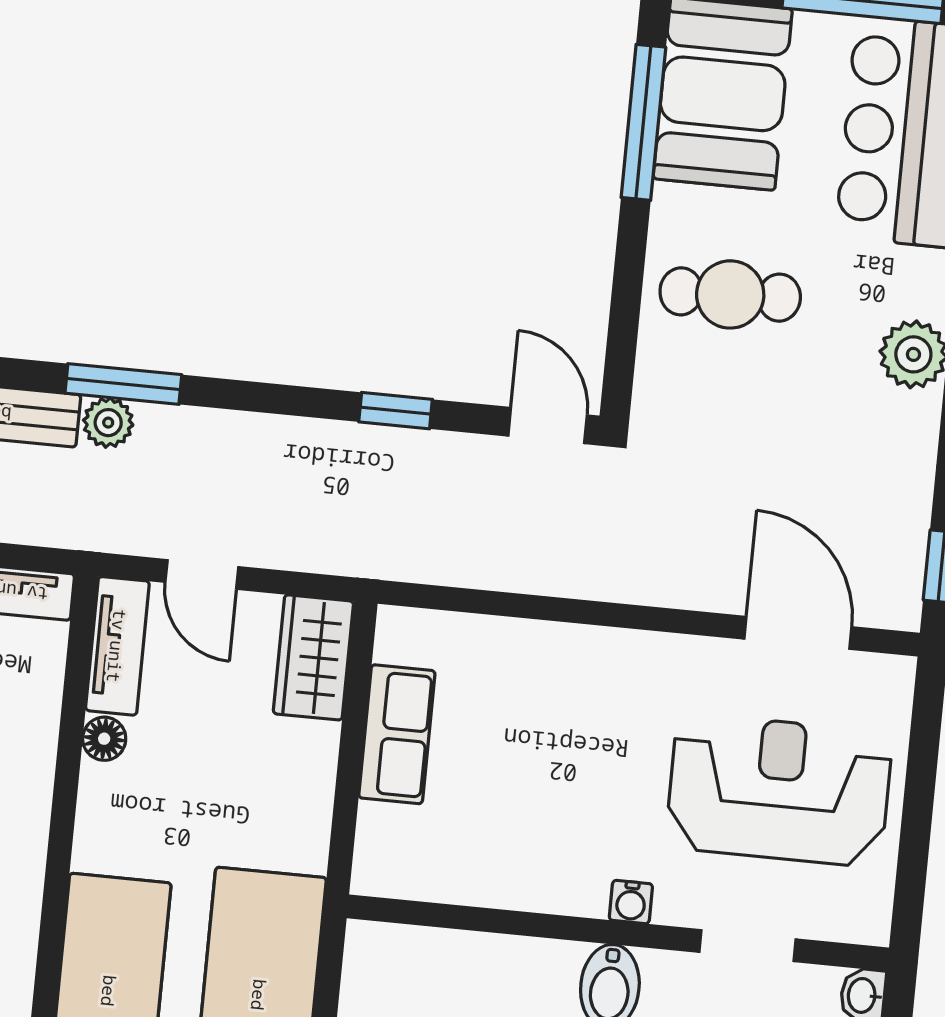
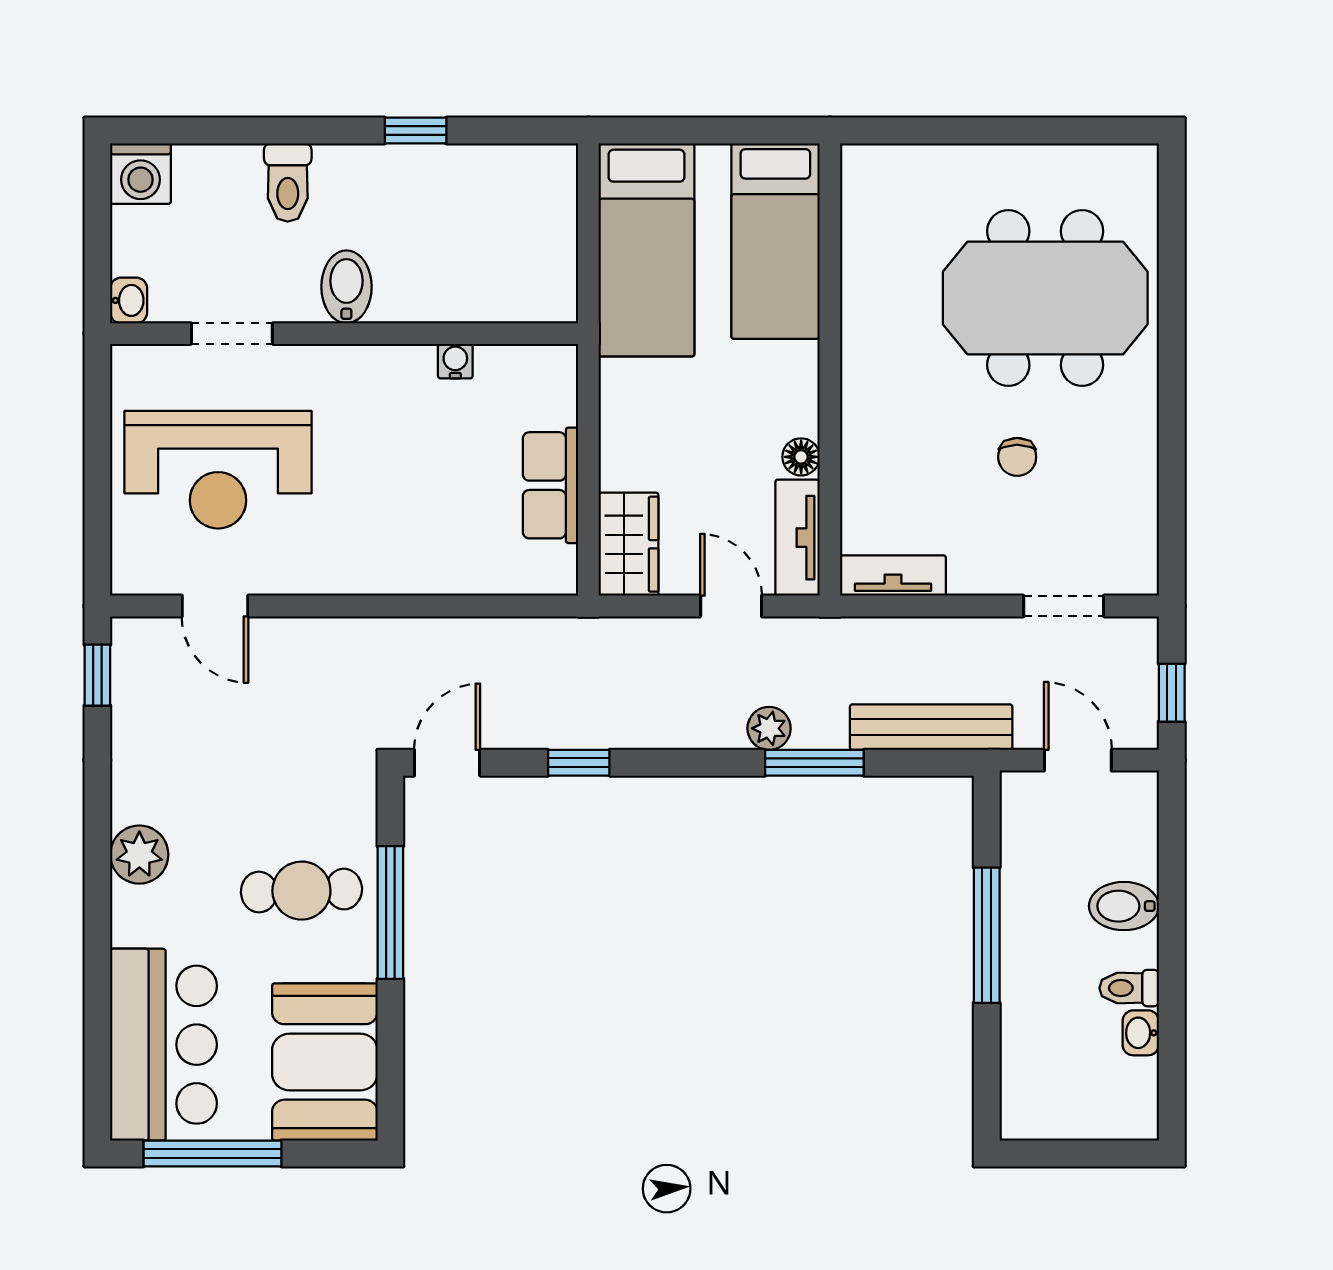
window: (643, 122) -> (390, 912), moved
plant: (108, 423) -> (769, 728), moved
door: (548, 426) -> (447, 763), swing flipped
door: (798, 633) -> (215, 606), width x0.73
water cooler: (631, 902) -> (455, 361), moved

